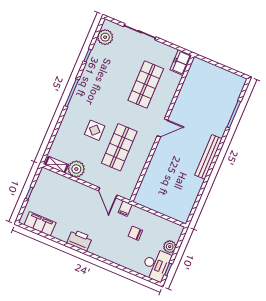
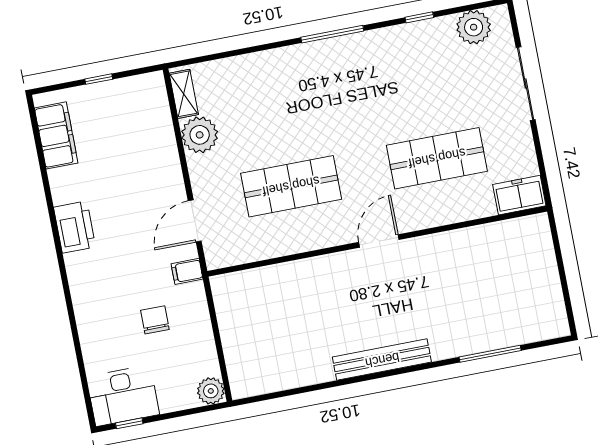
door: (162, 128) -> (379, 241), swing flipped
display table: (95, 130) -> (292, 121), removed
plant: (170, 247) -> (211, 391), moved

